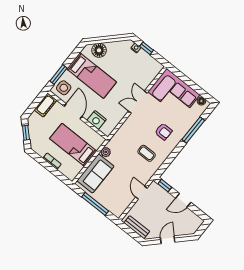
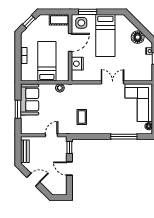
floor lamp: (99, 50) -> (138, 37), moved
armchair: (163, 132) -> (106, 117), removed
sofa: (95, 173) -> (30, 100), moved, turned -90
window: (95, 204) -> (18, 109), width x0.69

